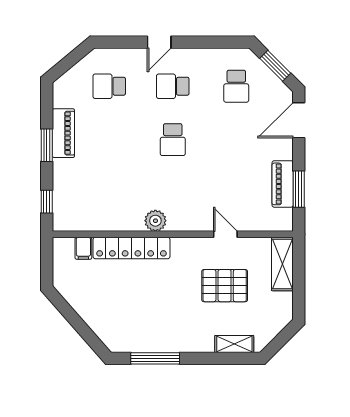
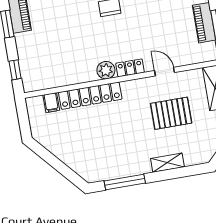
locker: (185, 223) -> (130, 68), added
shelving: (234, 344) -> (167, 163), moved

